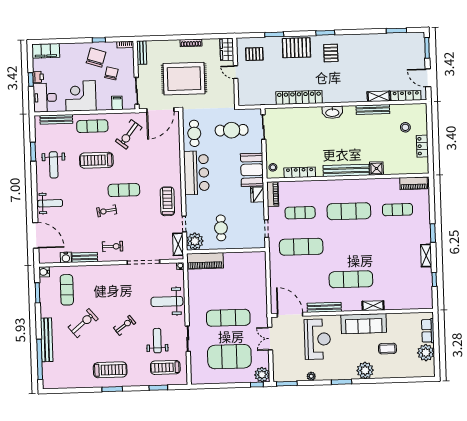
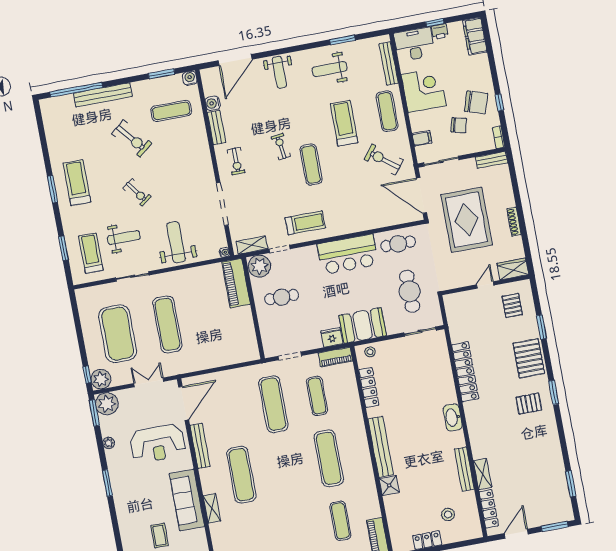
treadmill: (110, 370) -> (77, 183), turned 180
plant: (365, 370) -> (107, 404), moved

